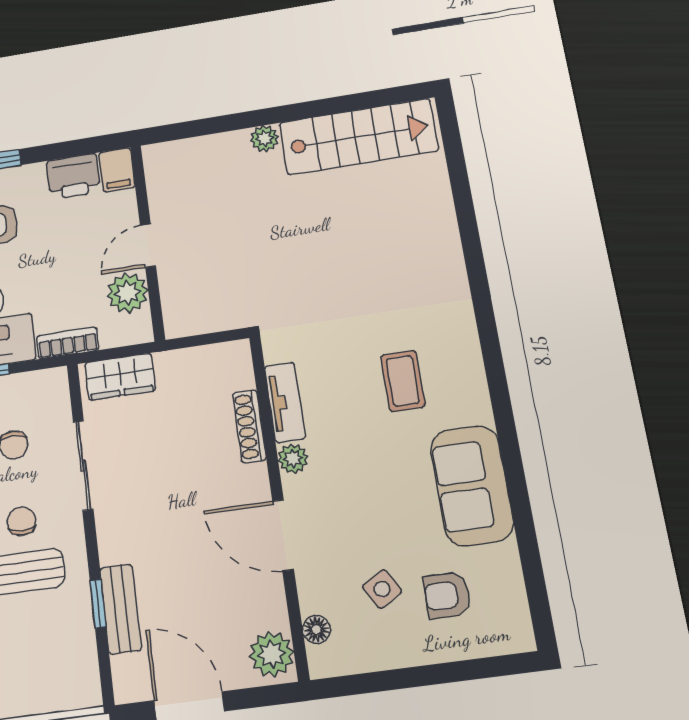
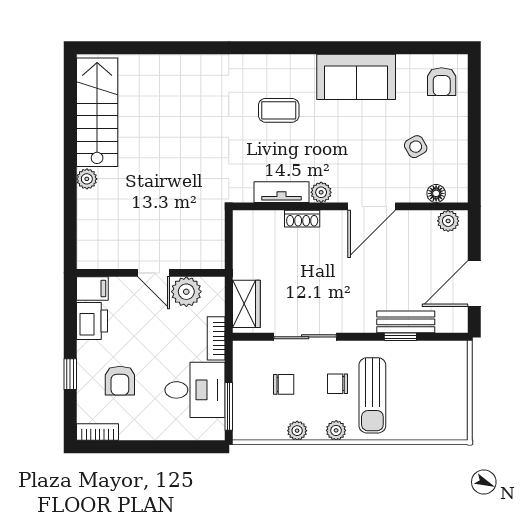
shoe rack: (249, 426) -> (302, 219), width x0.70
armchair: (447, 595) -> (442, 82), moved
plant: (272, 654) -> (448, 221), width x0.73, depth x0.73

